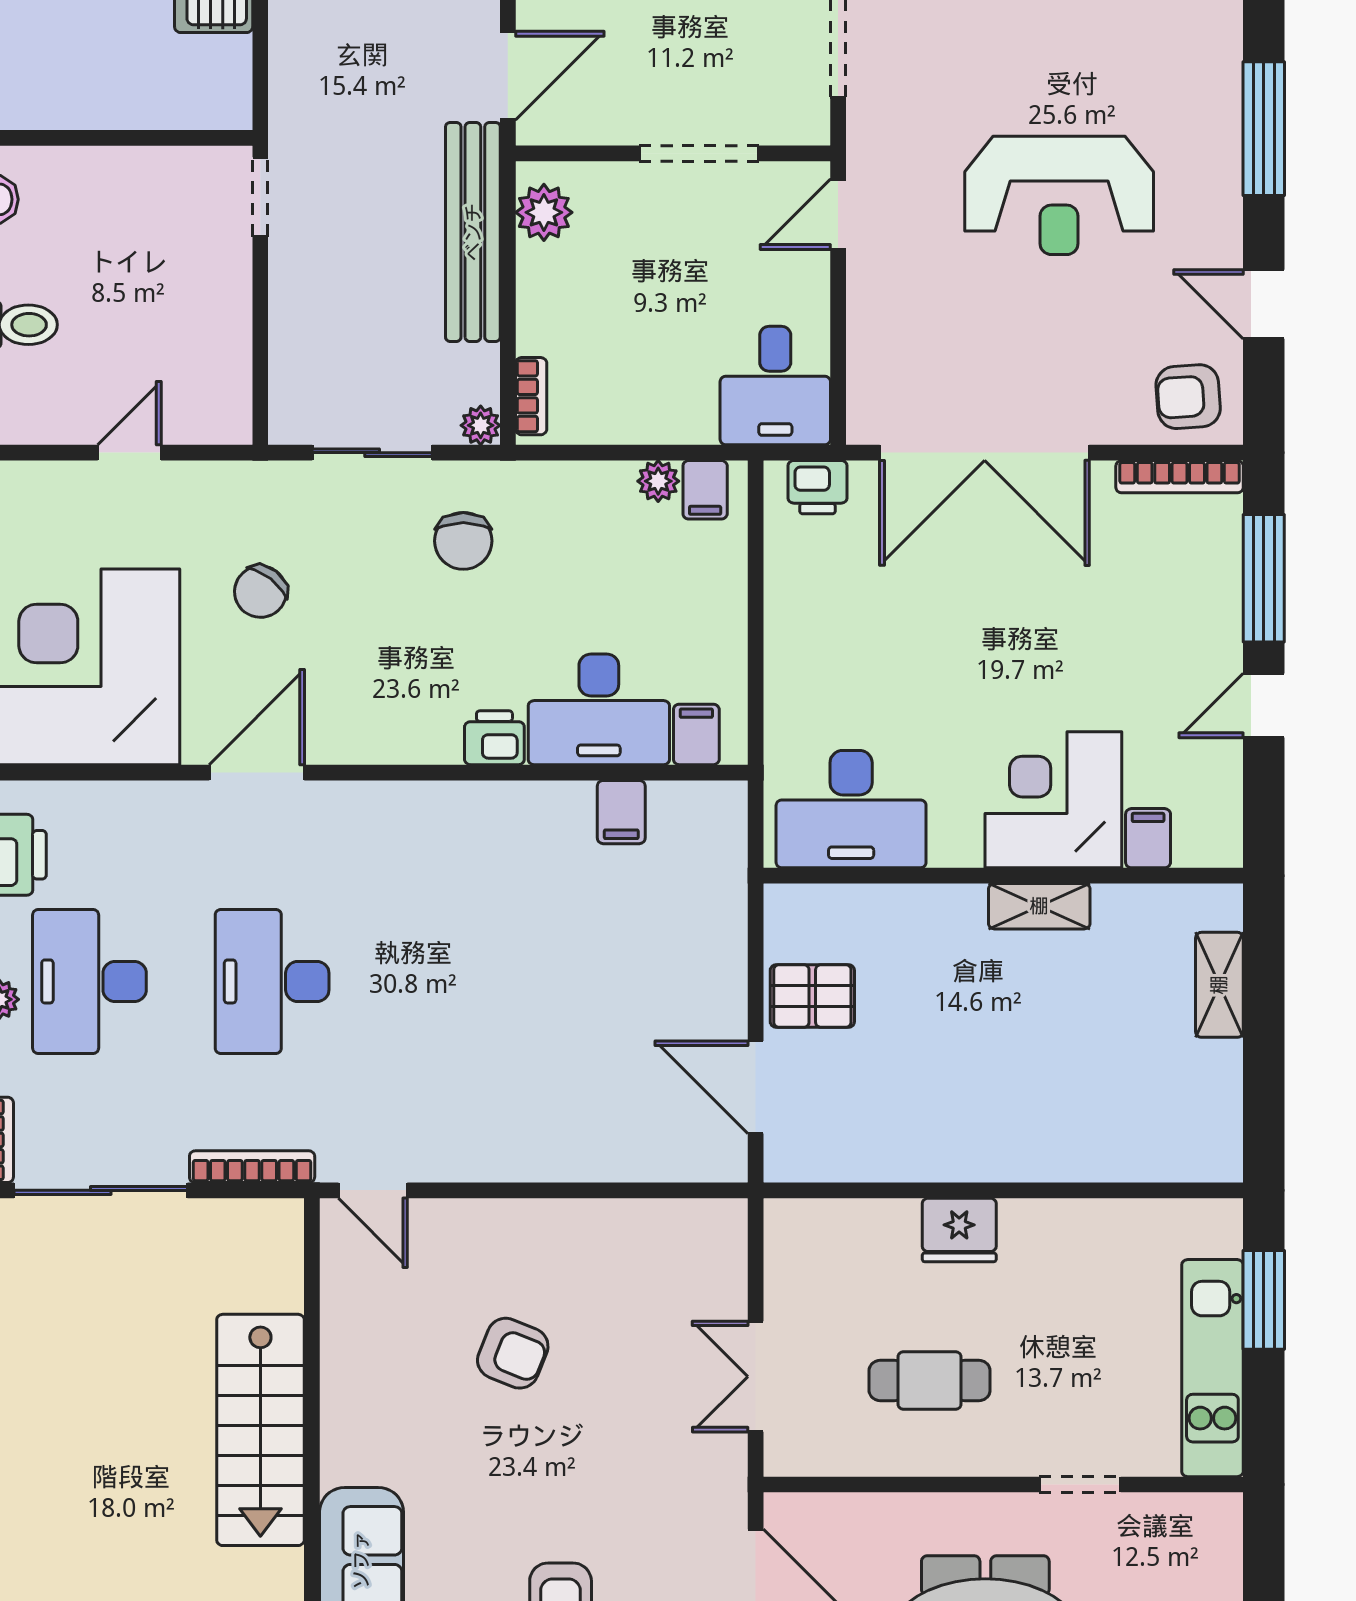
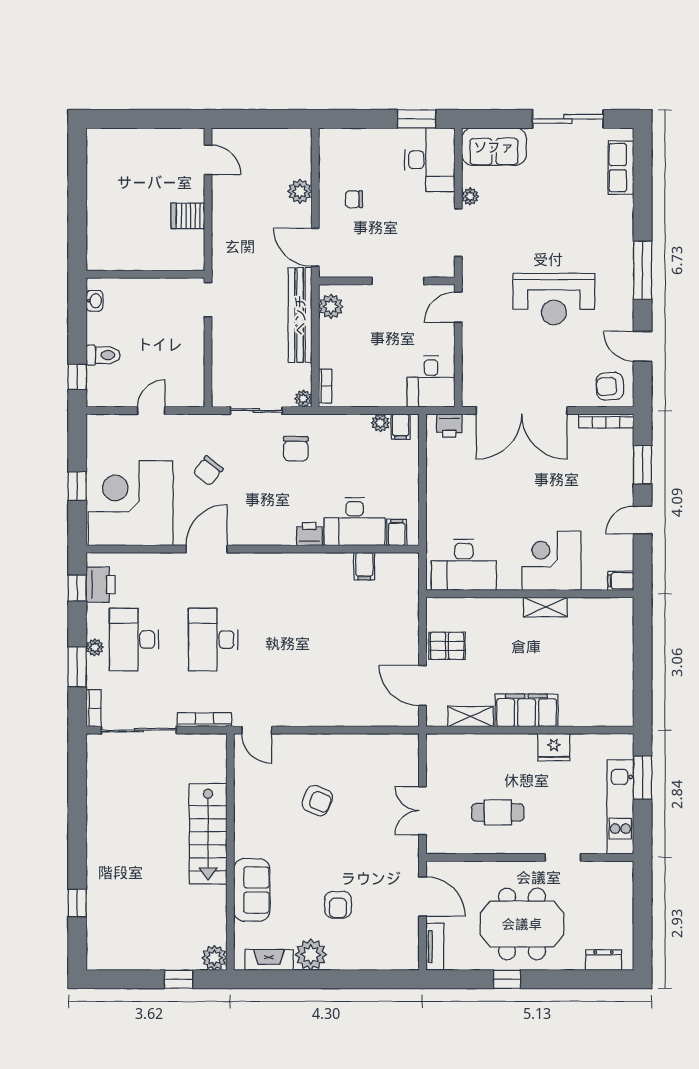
door: (508, 76) -> (315, 247), swing flipped
window: (1264, 578) -> (643, 465), width x0.69
filing cabinet: (1148, 838) -> (621, 581), moved, turned -90
shelving: (1219, 985) -> (471, 716), moved, turned 90
filing cabinet: (996, 1145) -> (527, 710), added
fridge: (959, 1230) -> (554, 747), moved

